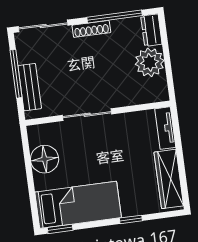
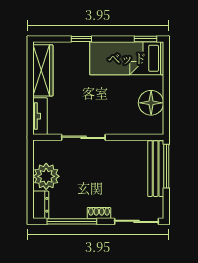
shoe rack: (91, 29) -> (99, 213), width x0.70
window: (16, 74) -> (166, 166), moved
bench: (30, 87) -> (156, 169), width x1.36
sliding door: (87, 115) -> (83, 137), moved

